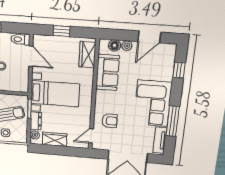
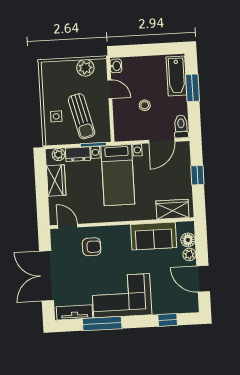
armchair: (110, 121) -> (92, 247), turned -90

